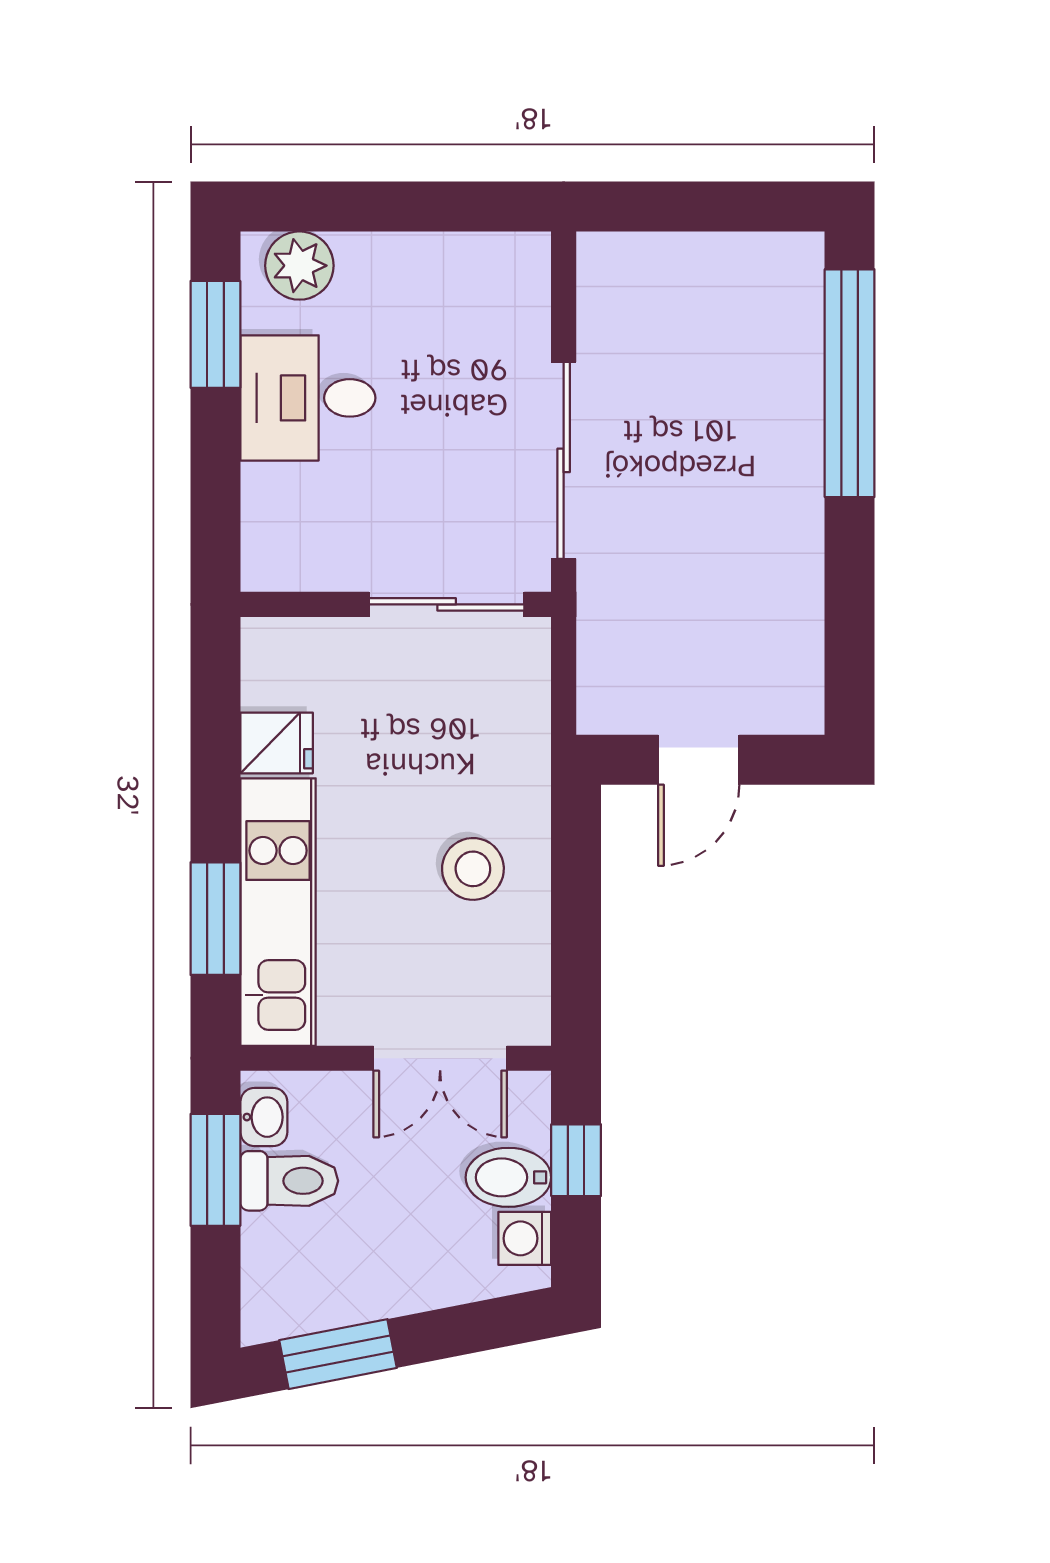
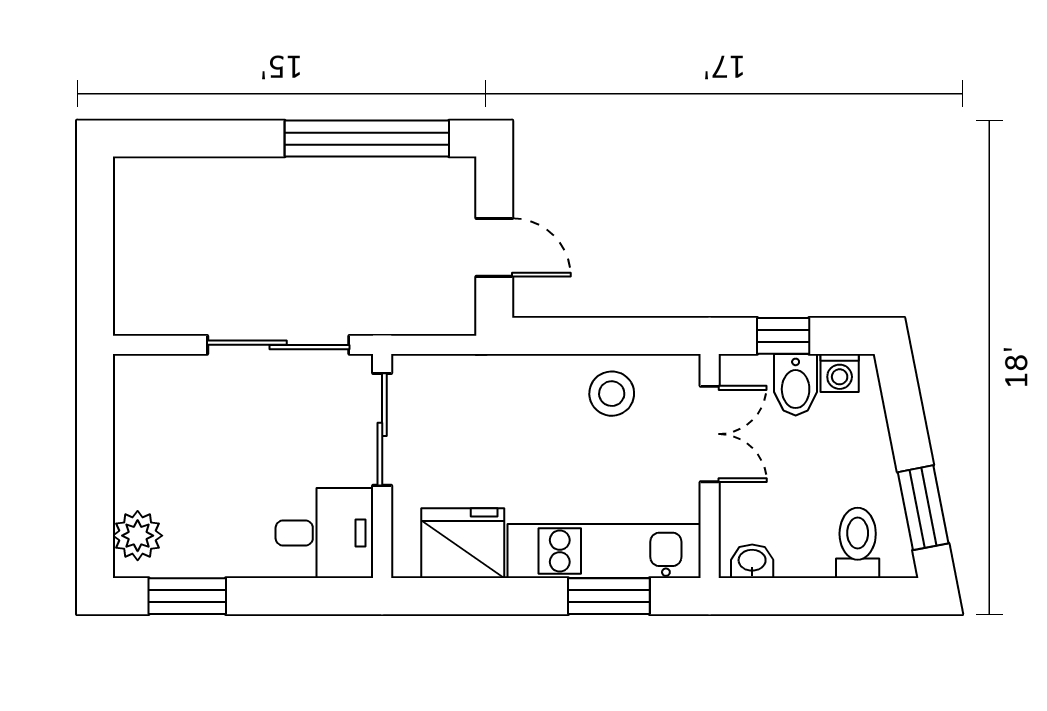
window: (850, 383) -> (367, 139), moved
desk: (308, 398) -> (324, 533), moved, turned -90
fridge: (277, 743) -> (463, 543), width x1.88, depth x1.34
stool: (473, 869) -> (612, 394), moved
window: (215, 1170) -> (790, 596), removed
toilet: (289, 1181) -> (858, 543), moved

